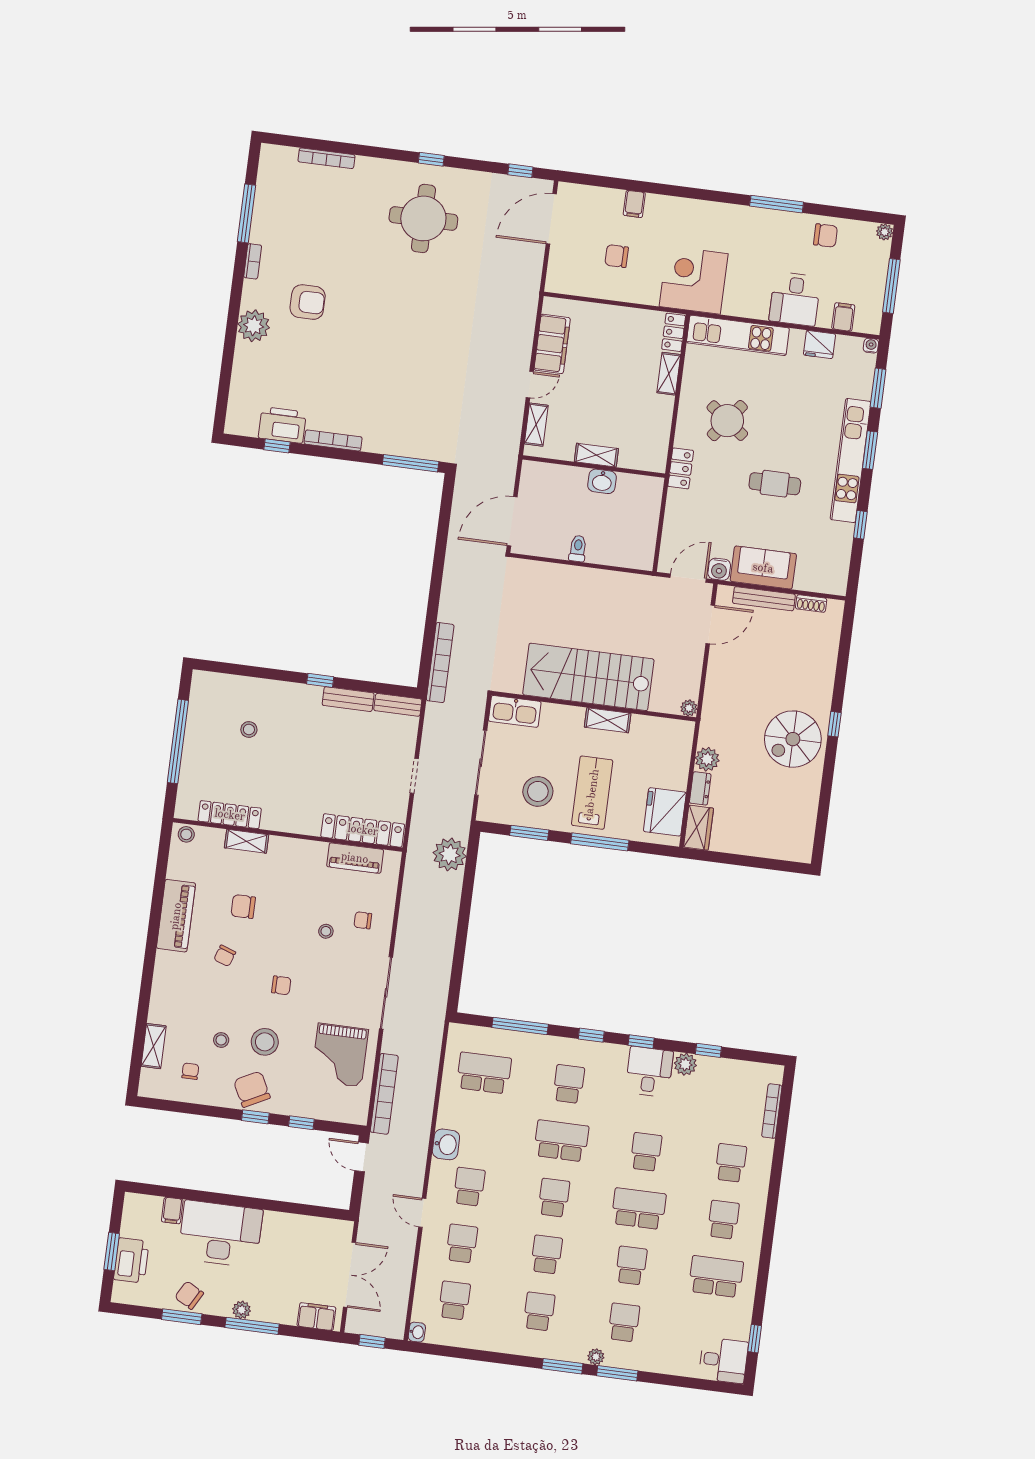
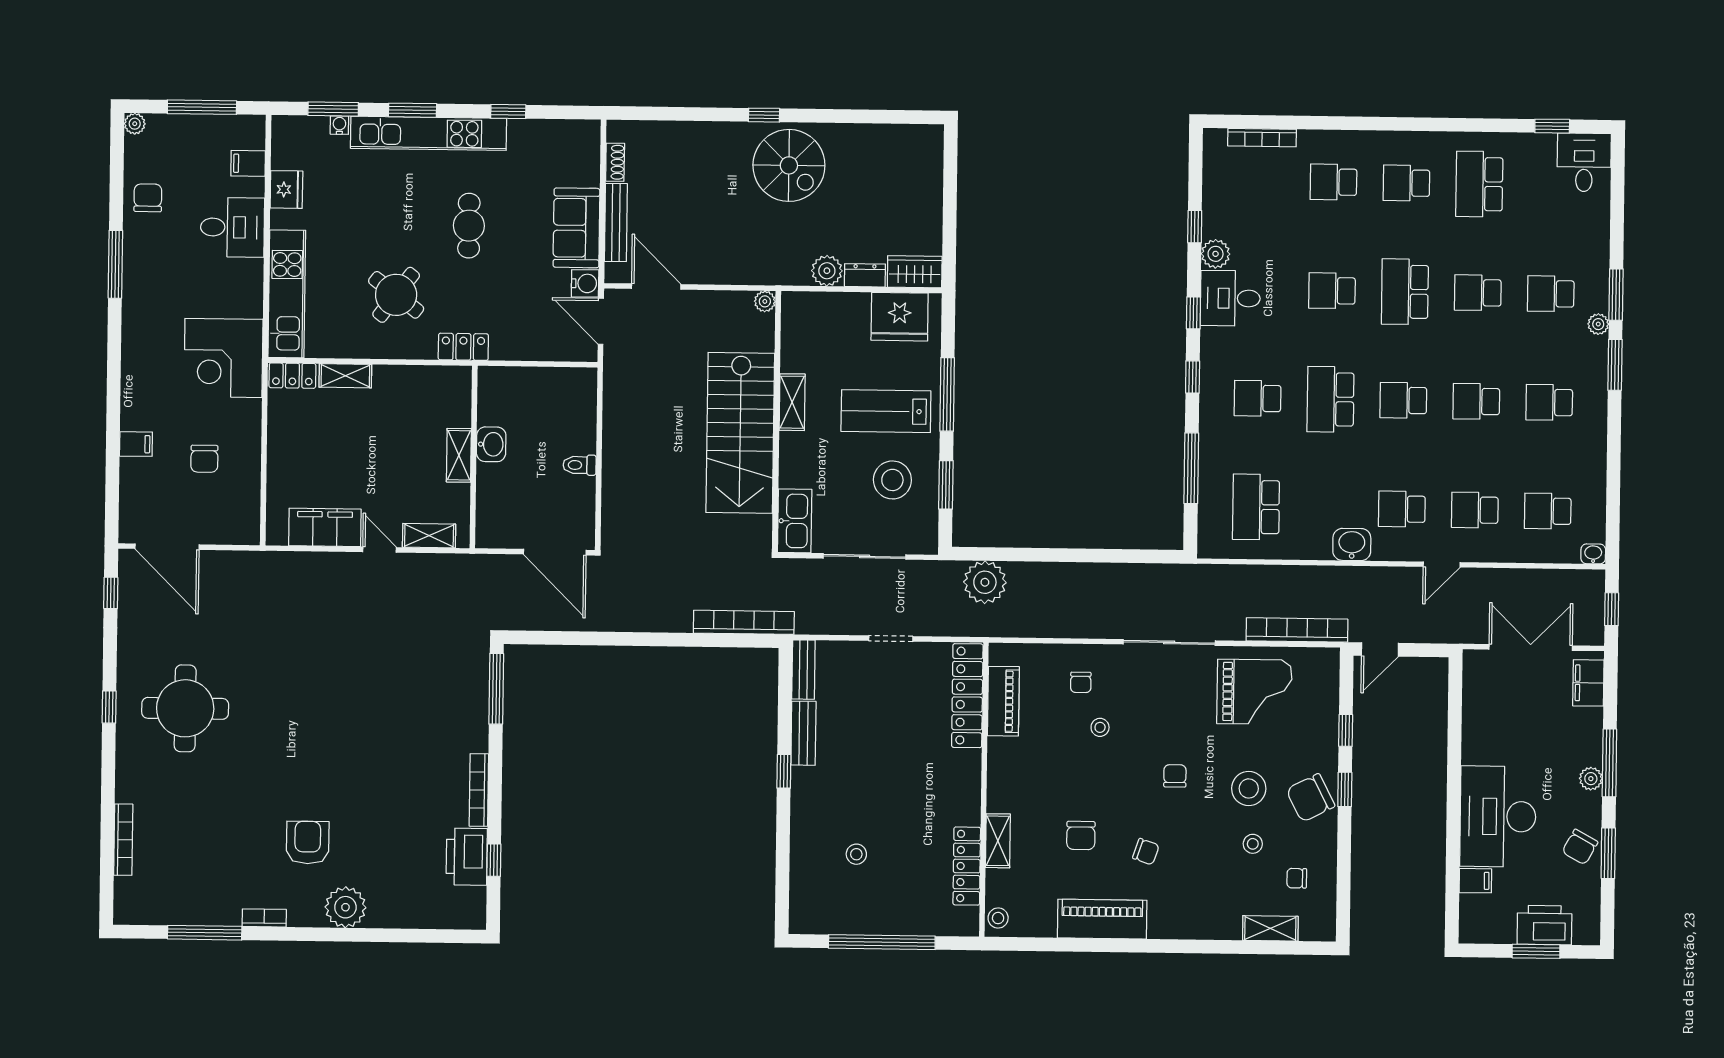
water cooler: (871, 346) -> (339, 125), moved, turned 90

